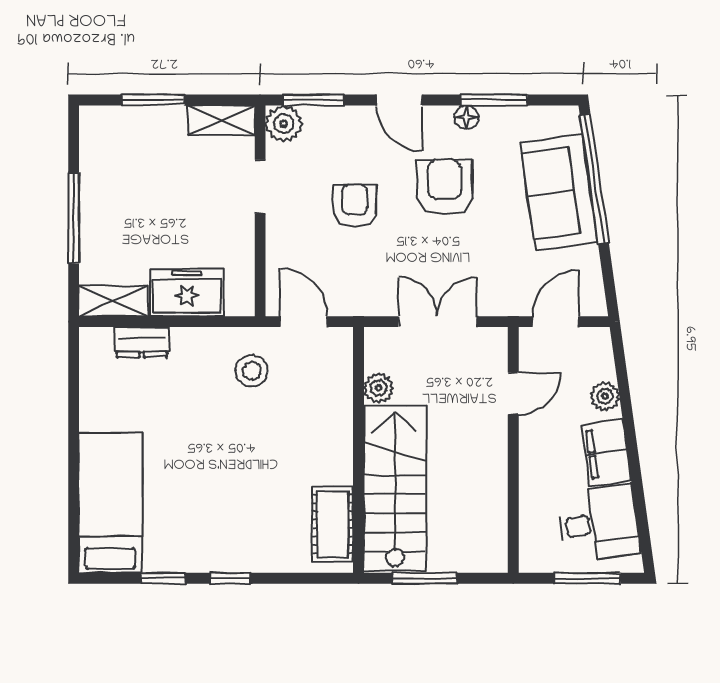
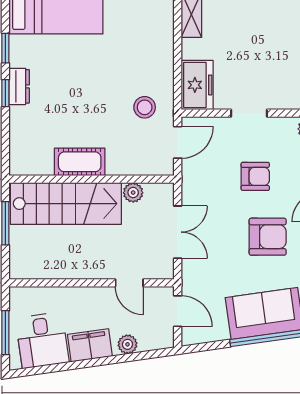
doorway: (260, 187) -> (249, 113), moved
freezer: (187, 292) -> (197, 85), moved
dresser: (142, 342) -> (19, 86), moved, turned 180
cot: (333, 524) -> (80, 162), moved

